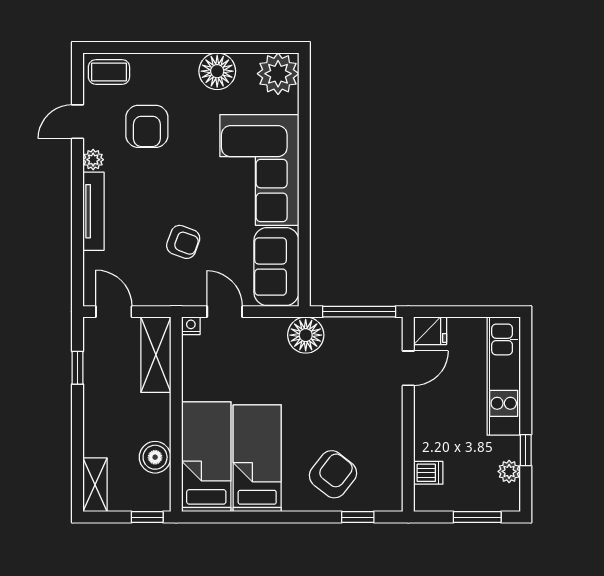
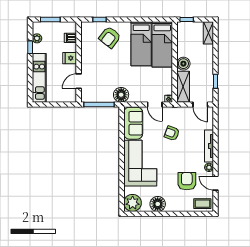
door: (77, 122) -> (216, 183), swing flipped
fridge: (430, 331) -> (70, 58), moved
boiler: (155, 457) -> (183, 64), moved

